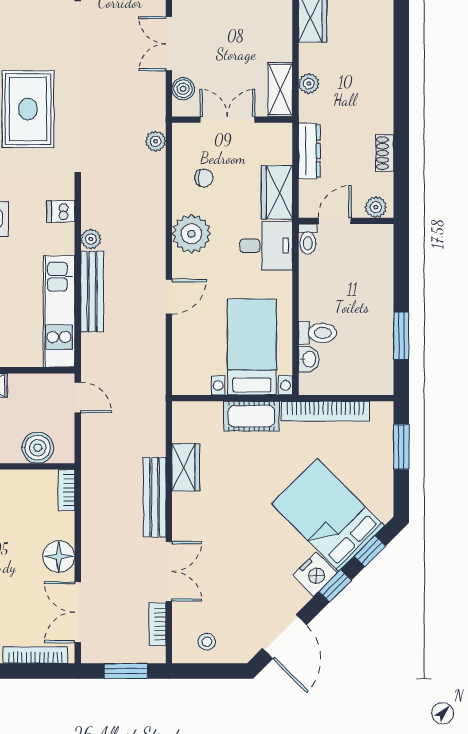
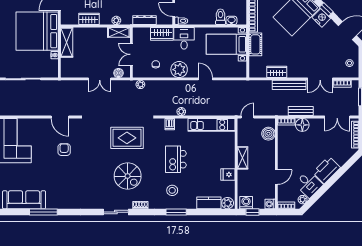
bench: (92, 292) -> (301, 111), moved, width x0.73
floor lamp: (59, 556) -> (302, 125), moved
double door: (169, 571) -> (320, 79), swing flipped

